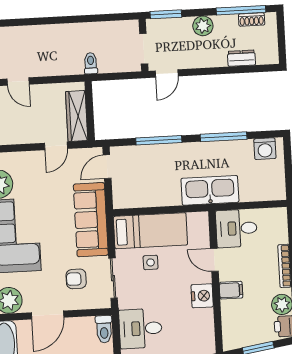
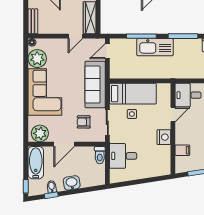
kitchen sink: (210, 190) -> (155, 47), moved, turned 180
door: (214, 260) -> (173, 115), swing flipped
filing cabinet: (231, 290) -> (182, 150), moved

